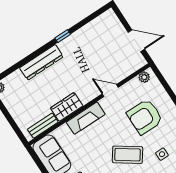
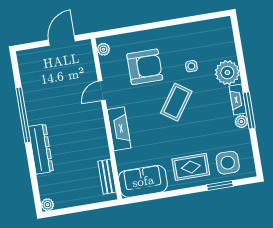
window: (63, 36) -> (23, 115), width x3.17
wardrobe: (67, 107) -> (99, 143), removed
armchair: (145, 117) -> (145, 67), turned -90

